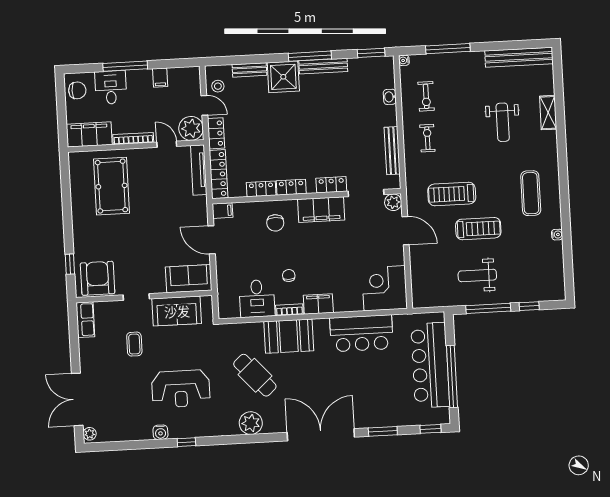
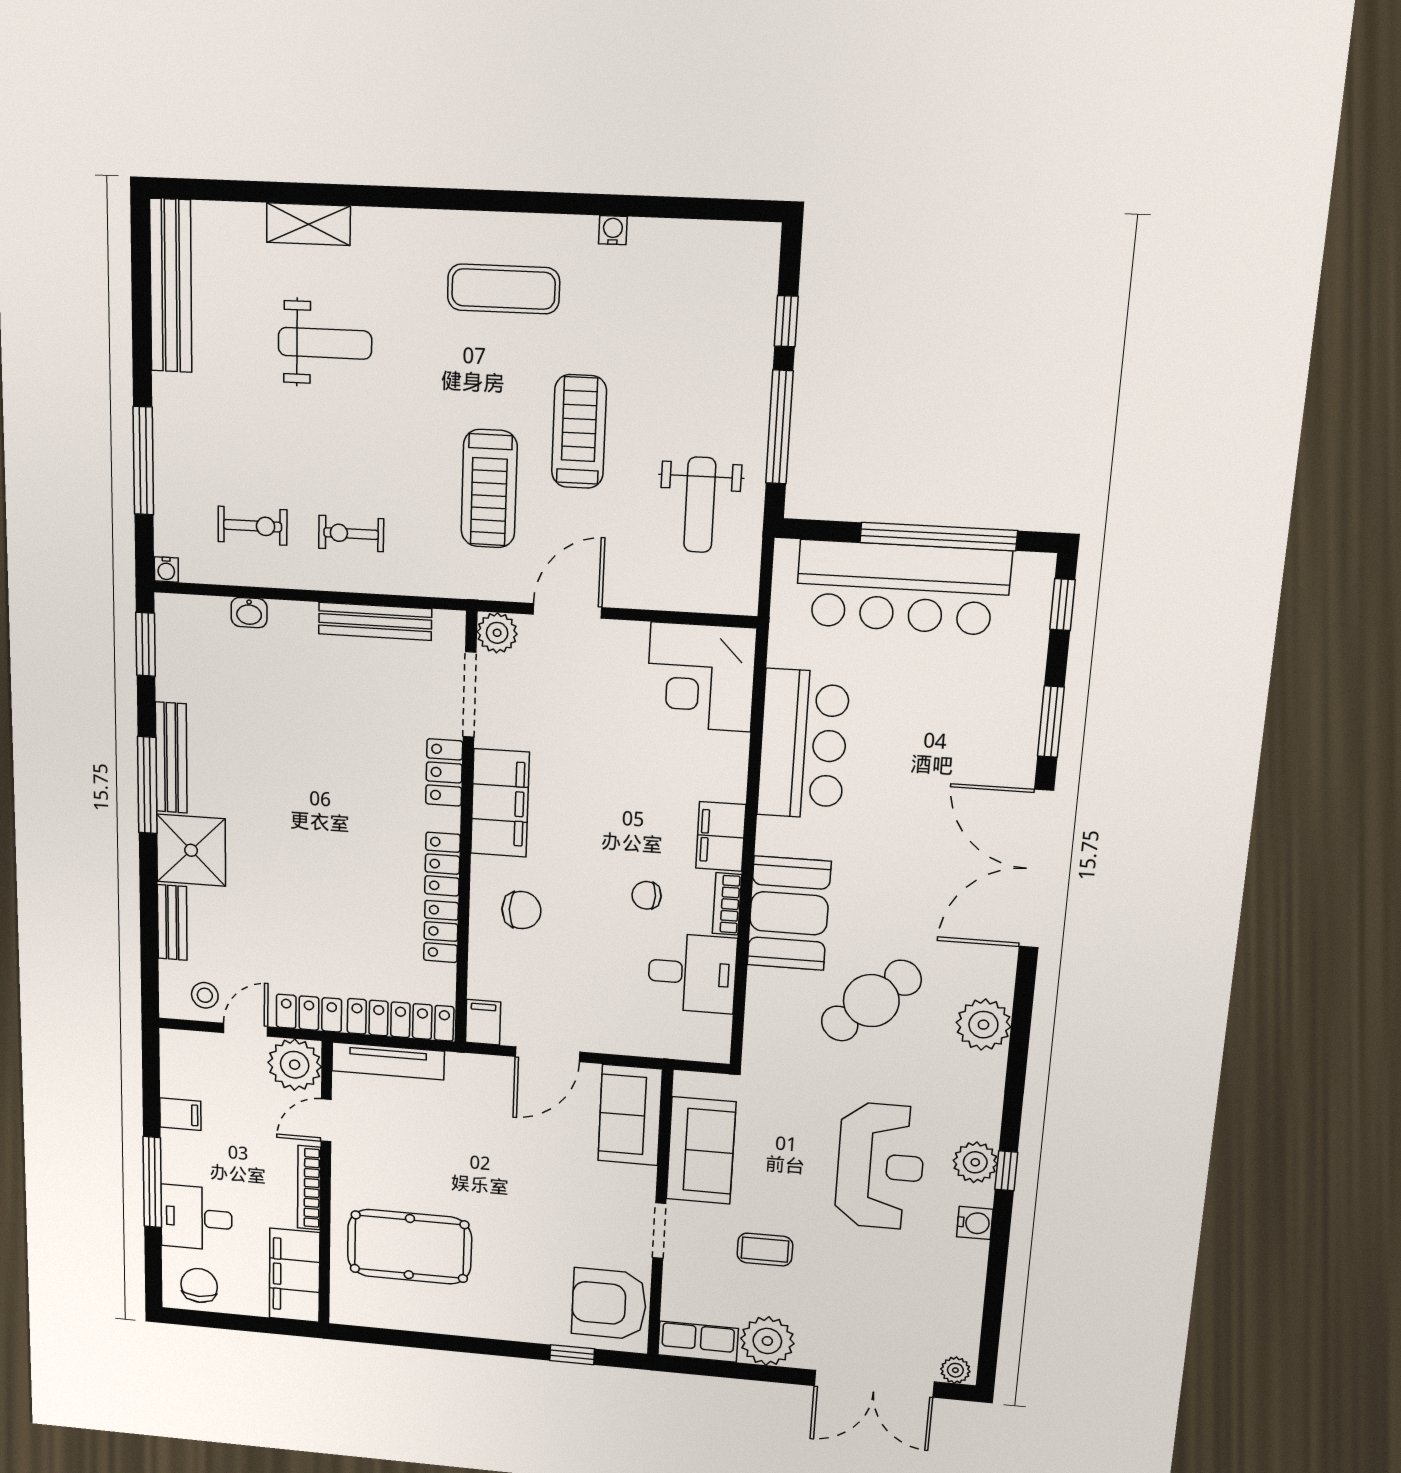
weight bench: (477, 275) -> (700, 505), moved
plant: (91, 350) -> (767, 1341), added
plant: (188, 428) -> (975, 1162), added

